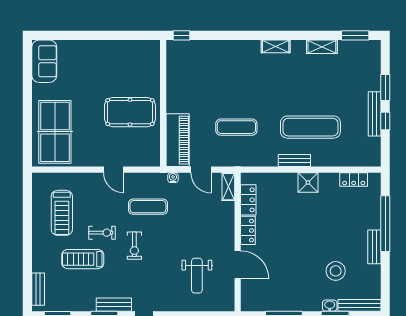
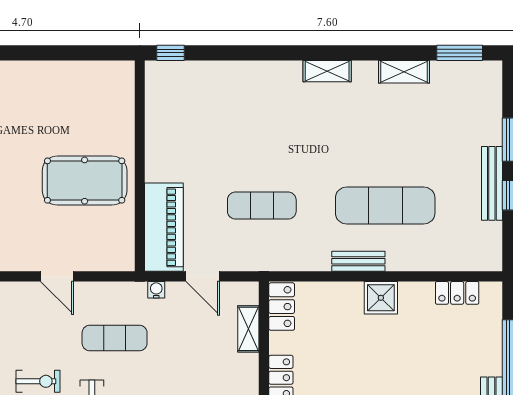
shelving: (228, 187) -> (248, 329), moved
locker: (248, 200) -> (282, 307), moved

